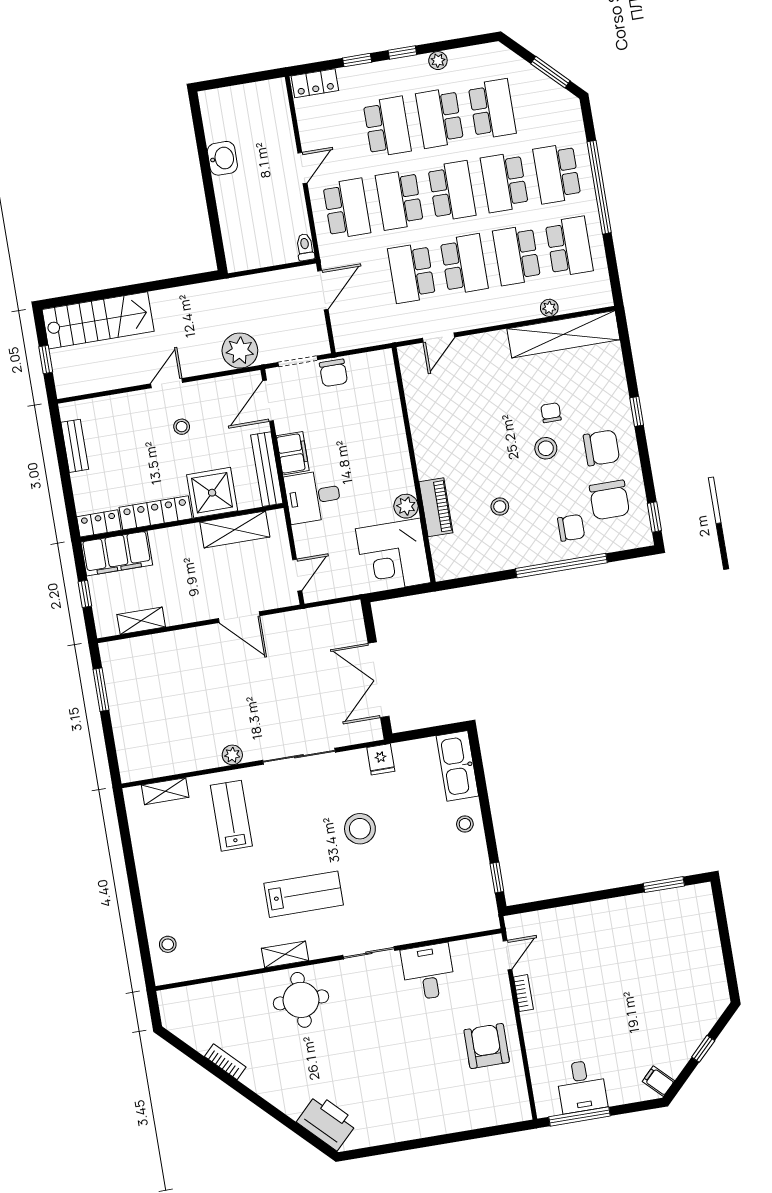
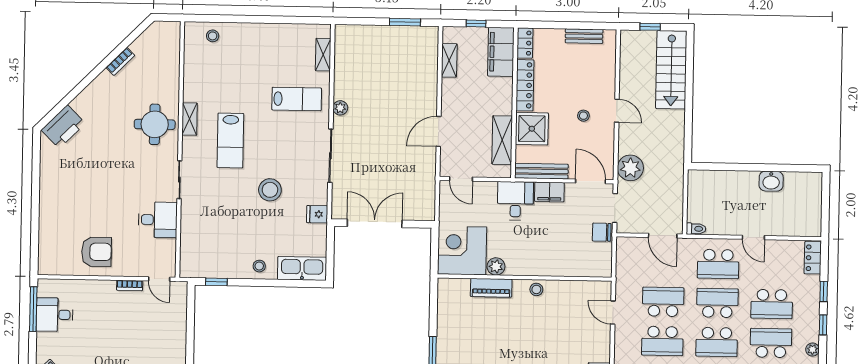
stool: (500, 507) -> (536, 289), moved

